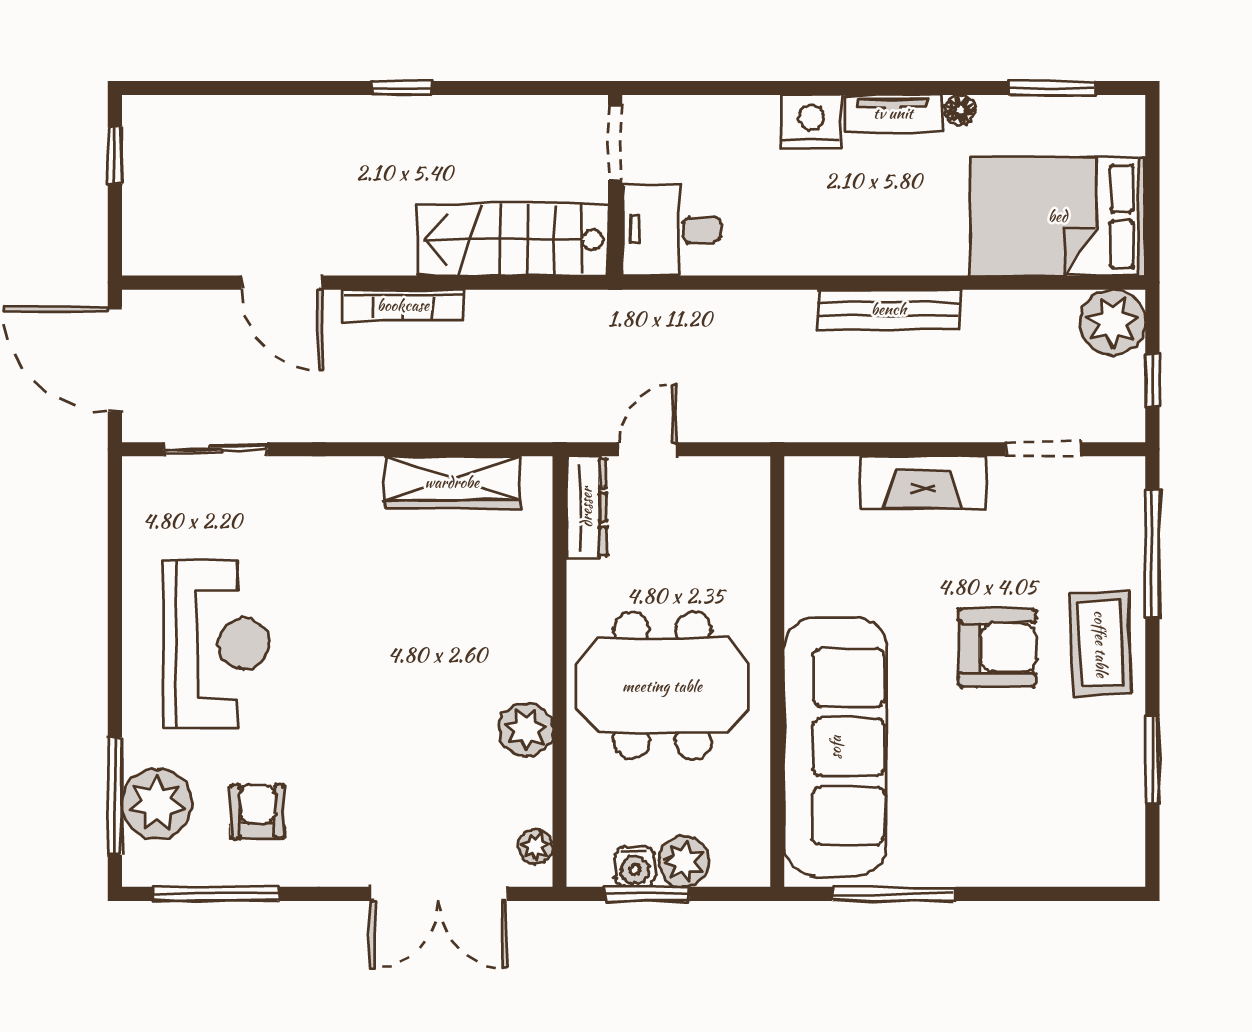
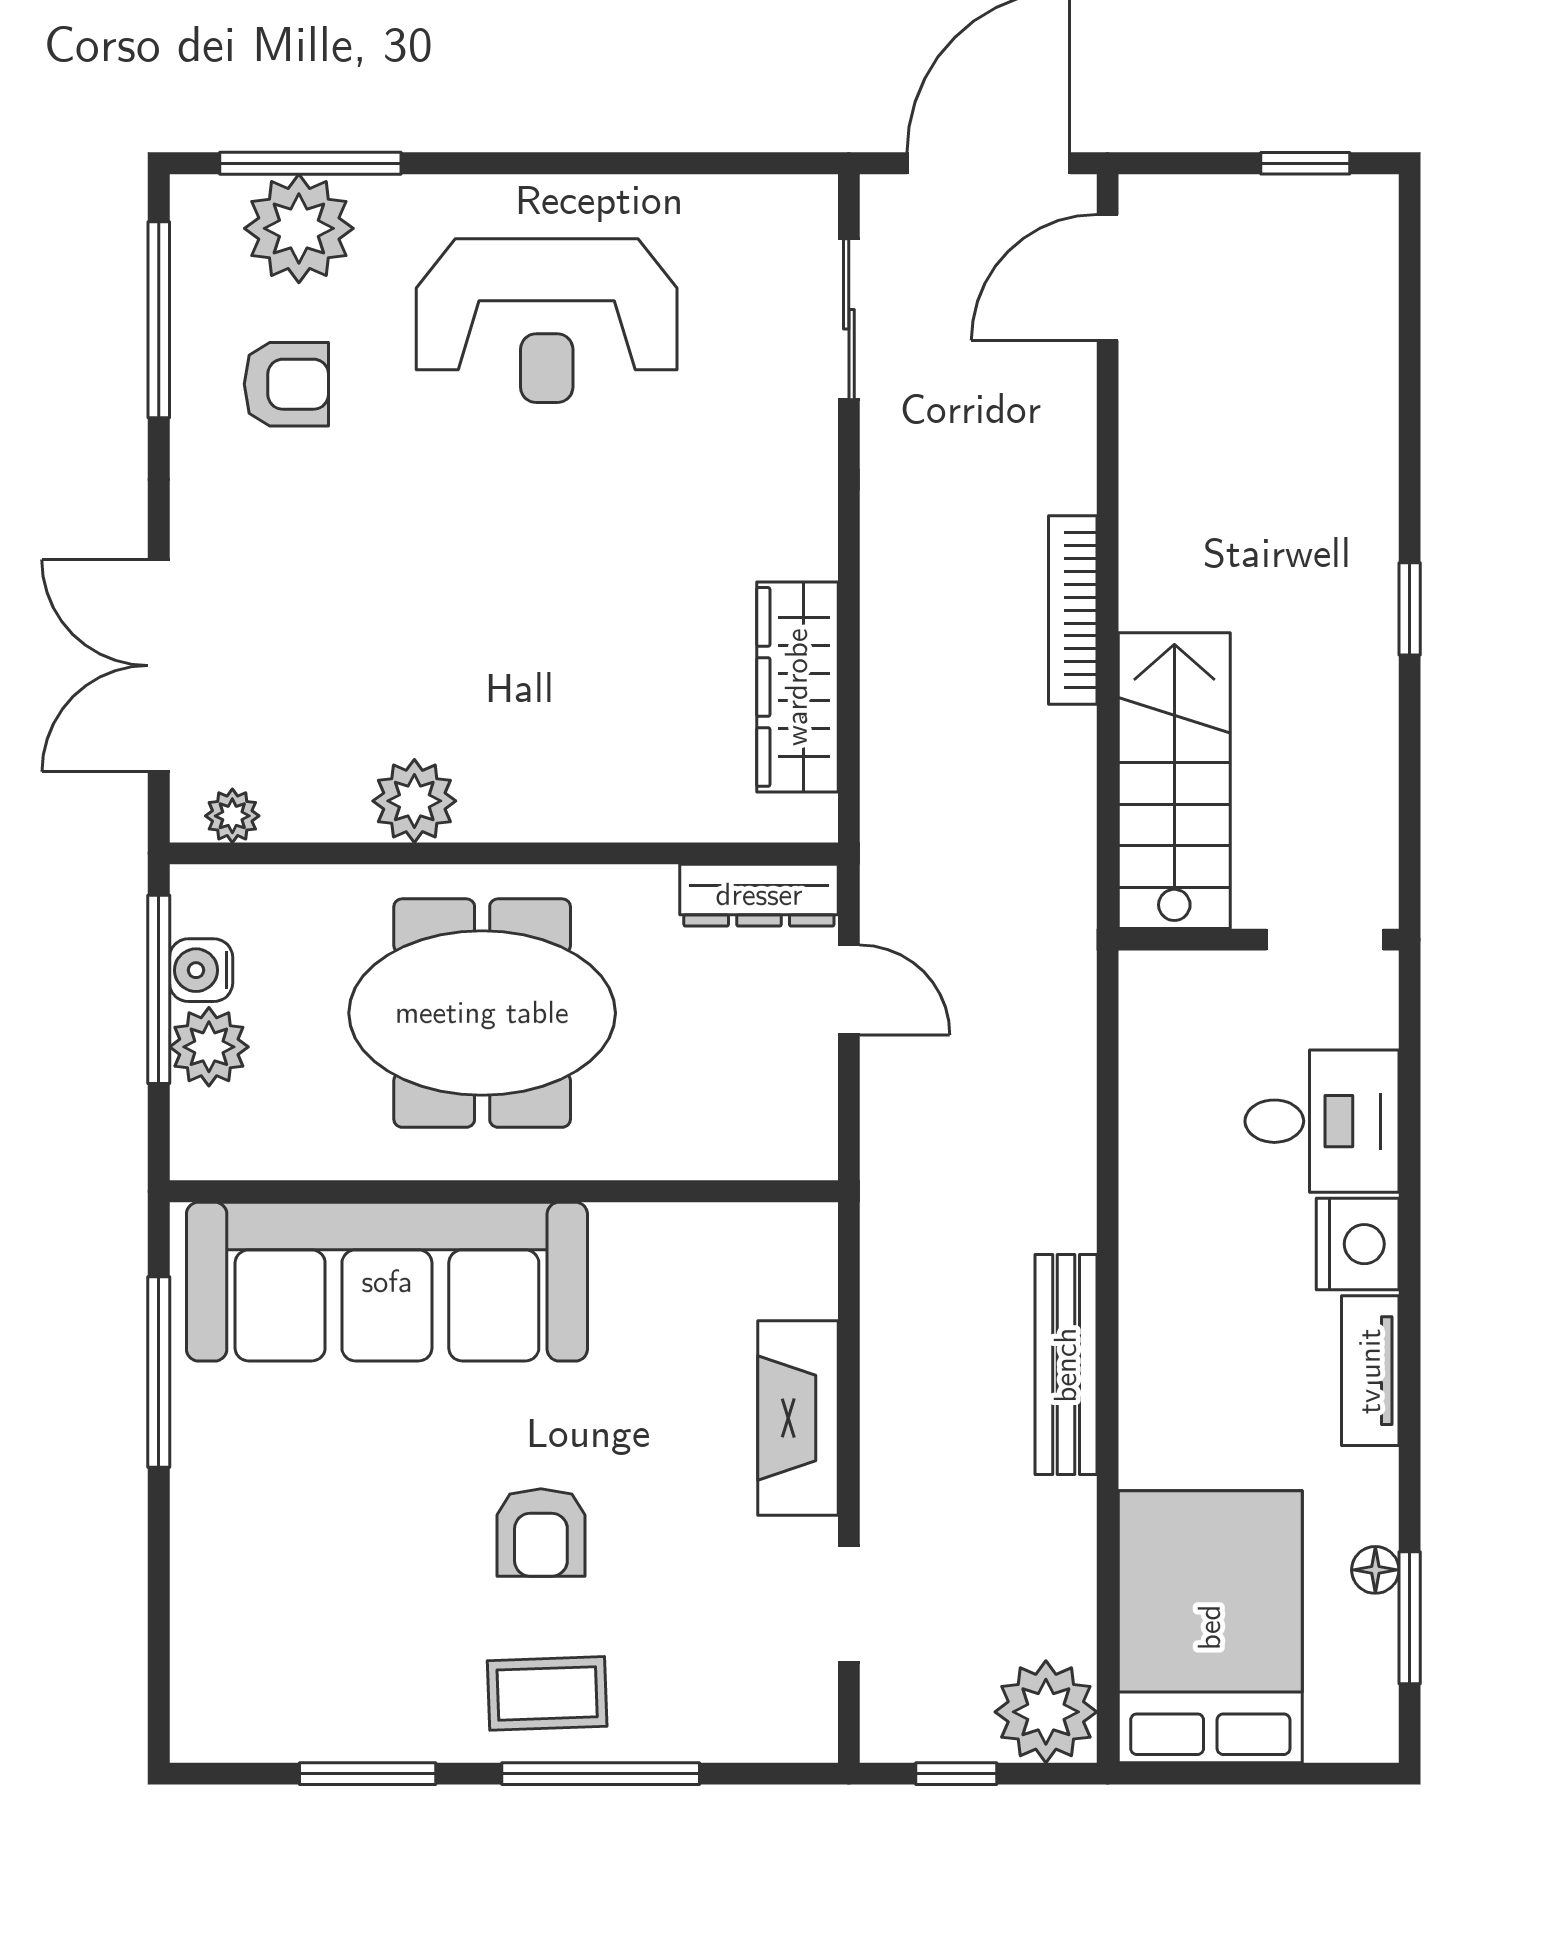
floor lamp: (960, 110) -> (1375, 1570), moved
desk: (672, 230) -> (1322, 1121), moved, turned 90
door: (282, 283) -> (1108, 277), moved
window: (1152, 554) -> (601, 1774), moved
coffee table: (1101, 644) -> (547, 1693), width x0.73, depth x0.77
armchair: (997, 648) -> (541, 1532), width x0.72, depth x0.72
meeting table: (662, 686) -> (482, 1013), turned 90
window: (647, 894) -> (159, 989), width x1.44

